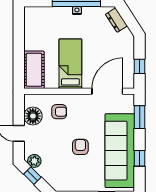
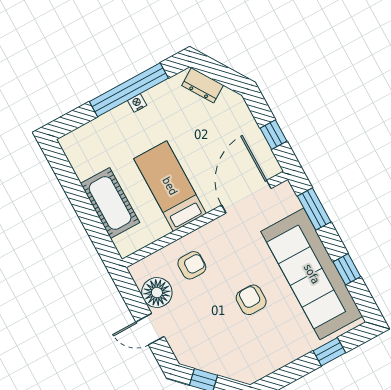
cot: (34, 70) -> (110, 203), moved
plant: (34, 161) -> (195, 357), removed

